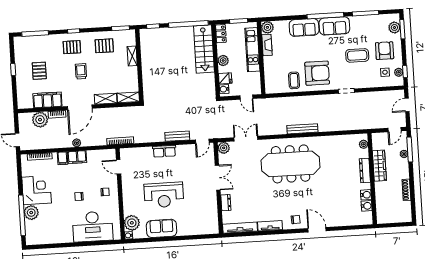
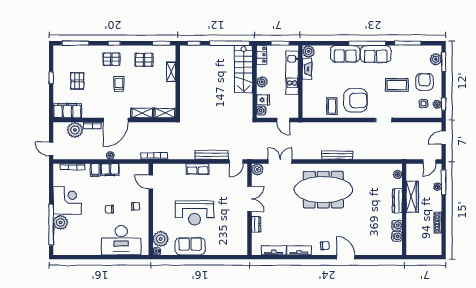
filing cabinet: (47, 100) -> (67, 111), moved
bench: (177, 136) -> (212, 155), width x1.36
tv unit: (240, 228) -> (274, 250), width x0.71

